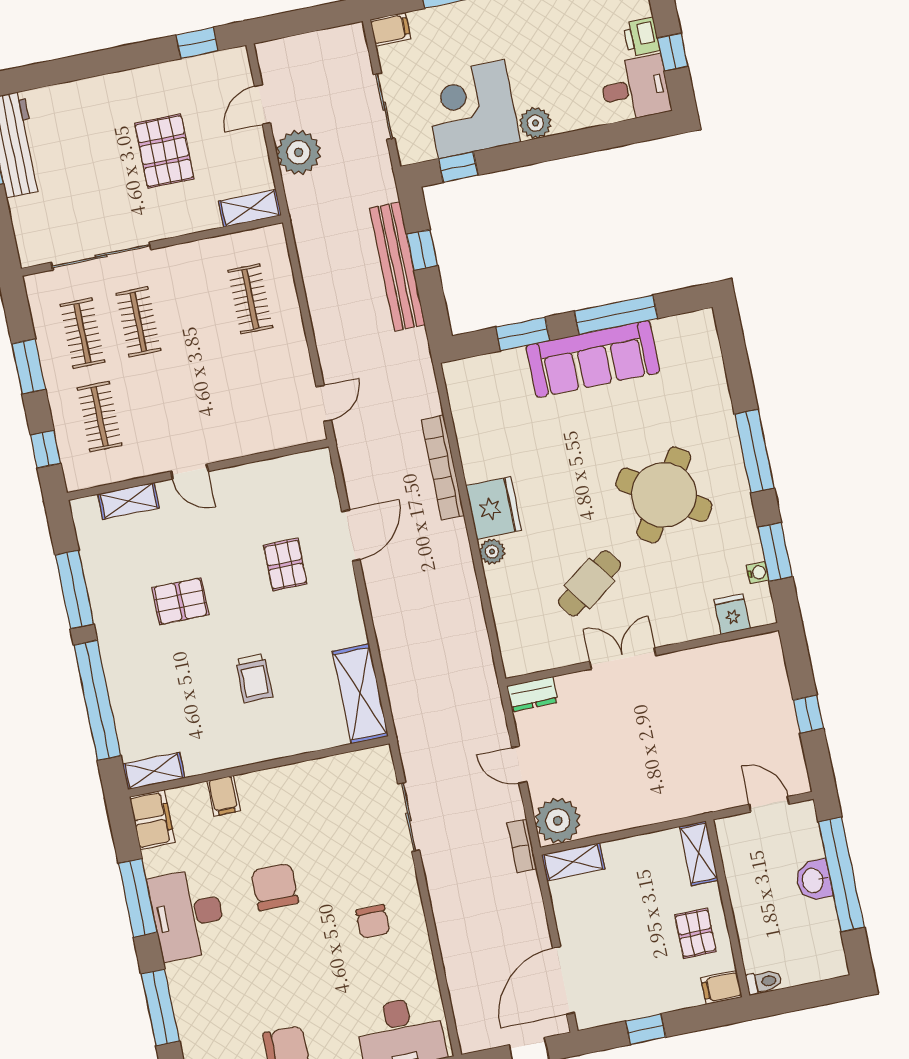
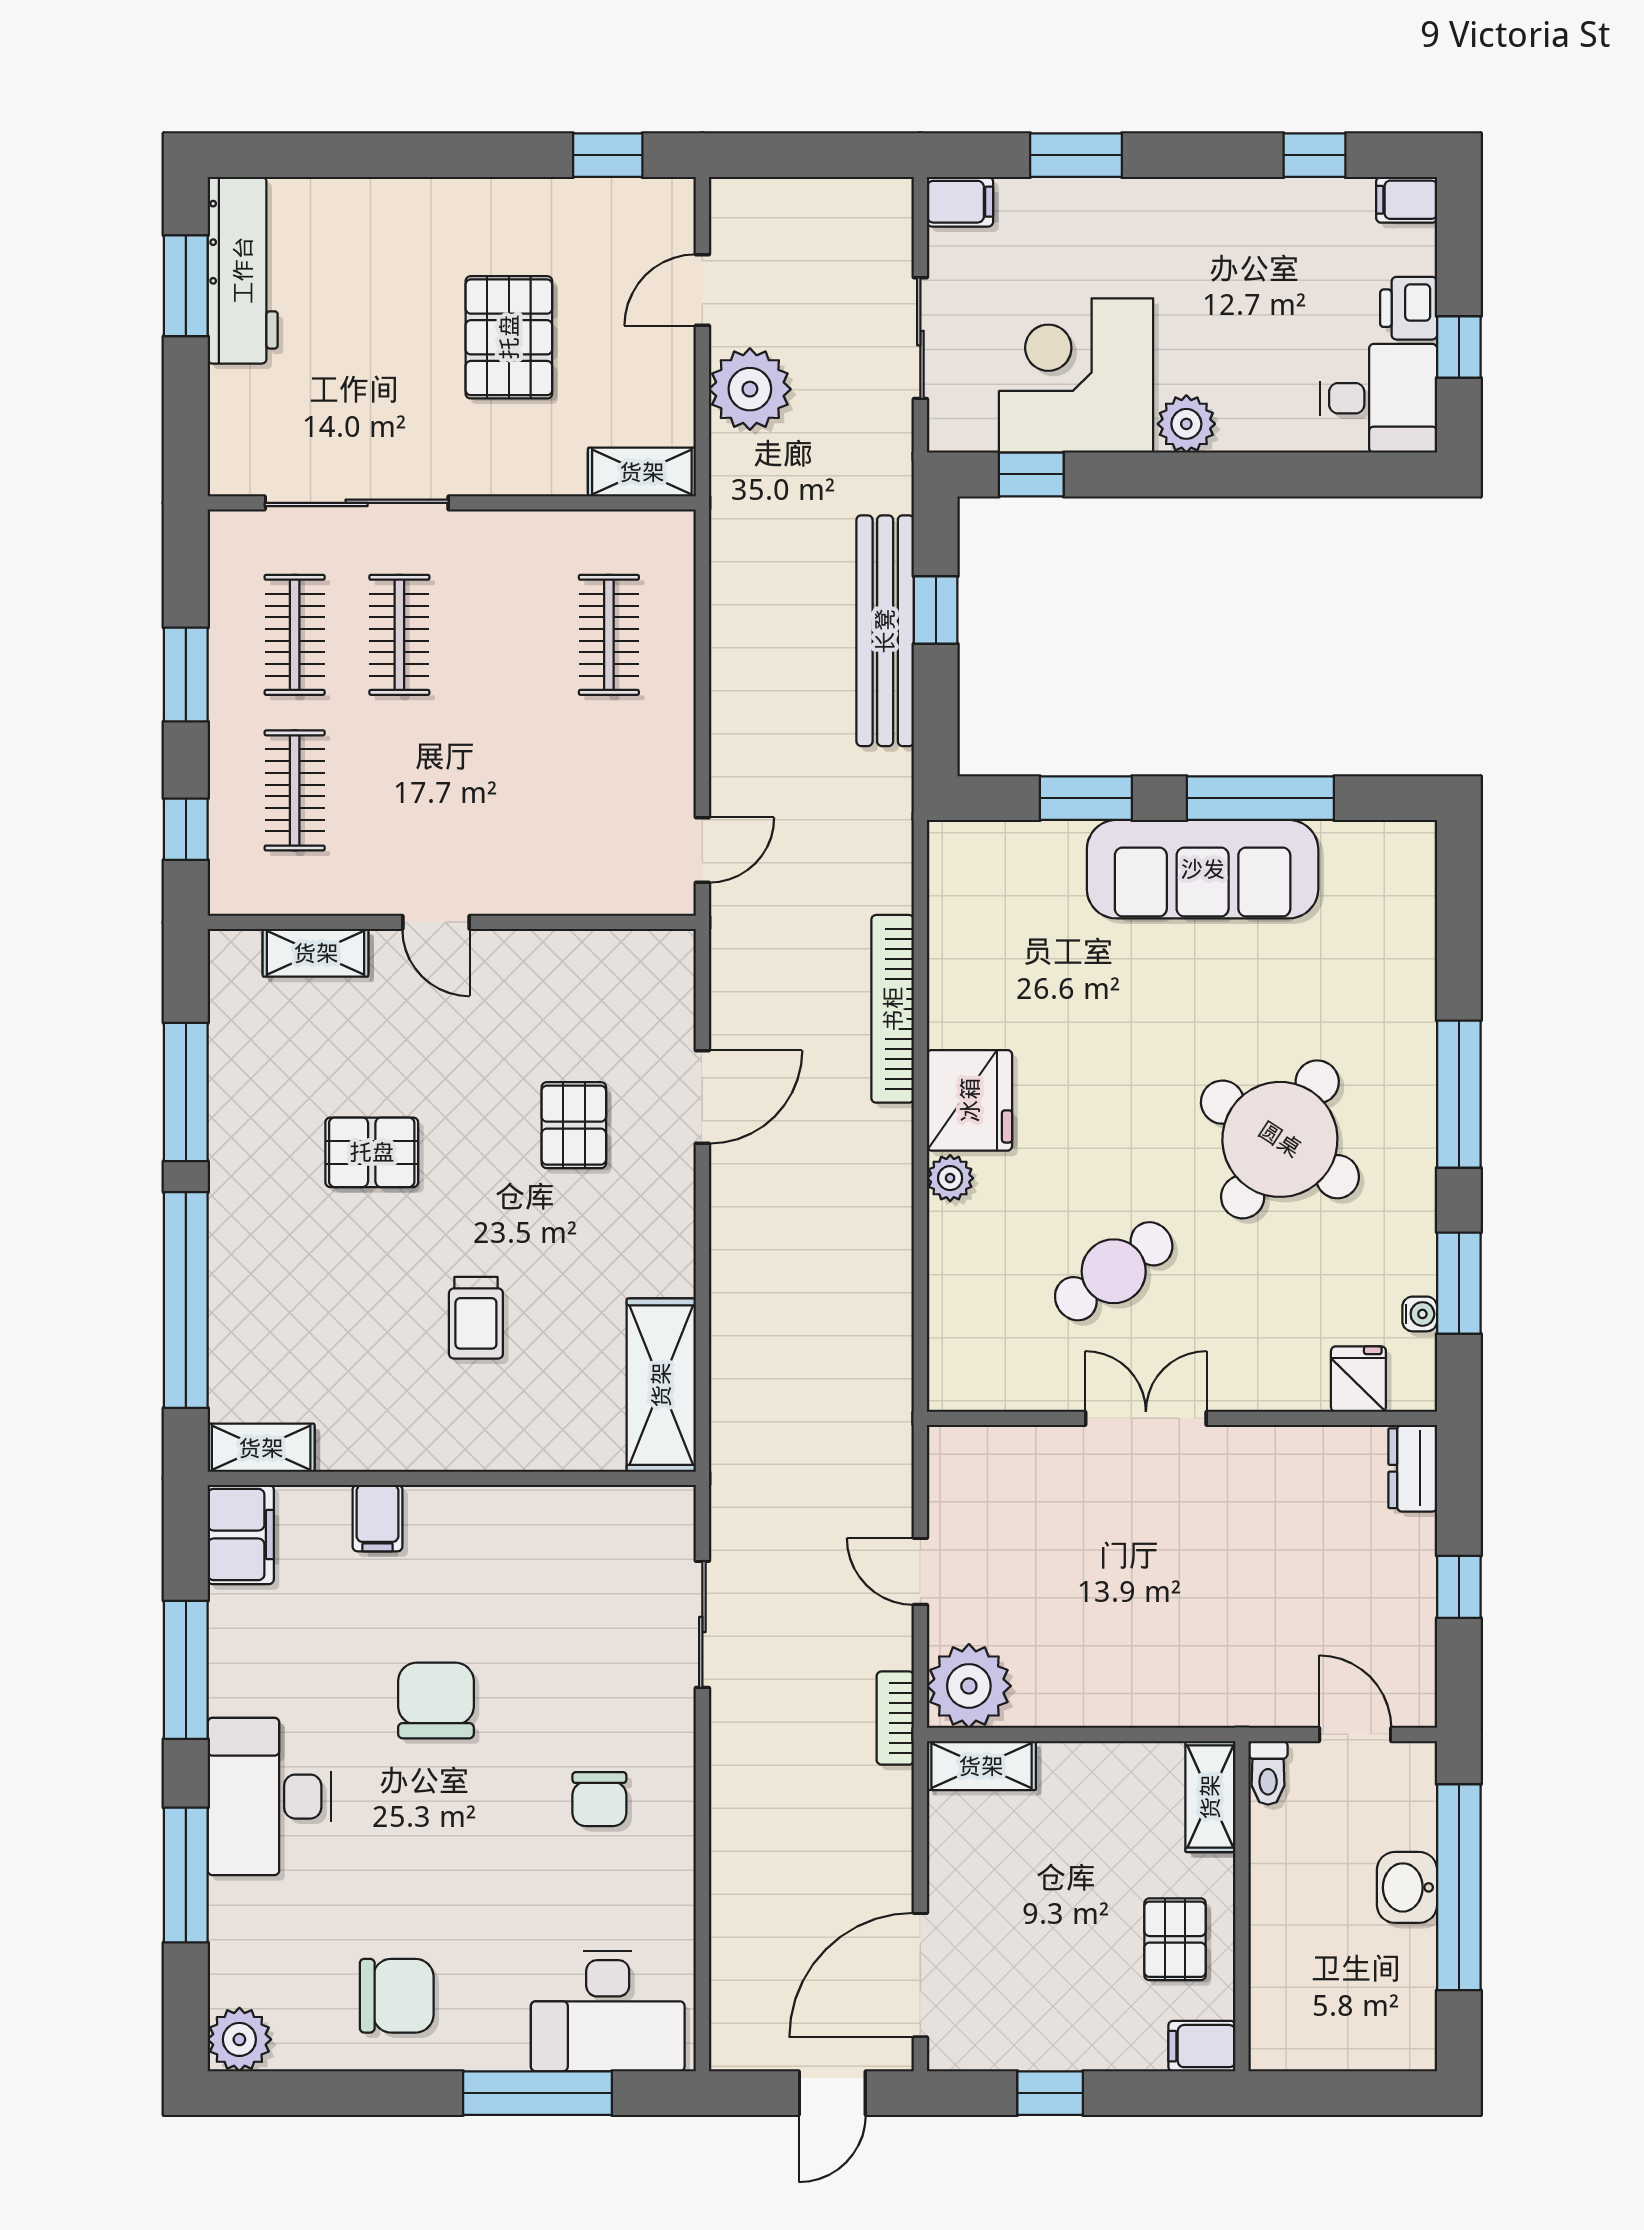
dresser: (532, 694) -> (1413, 1468), moved, turned 90
desk: (188, 914) -> (269, 1797), moved
toilet: (764, 982) -> (1268, 1773), moved, turned 90

